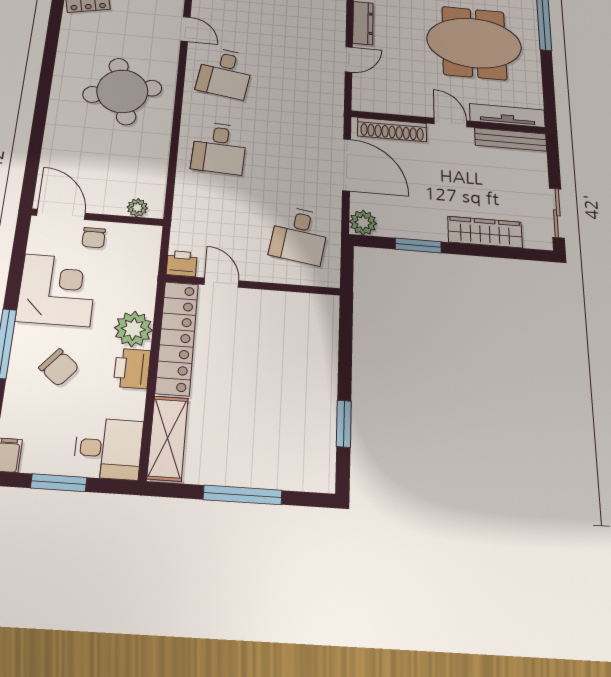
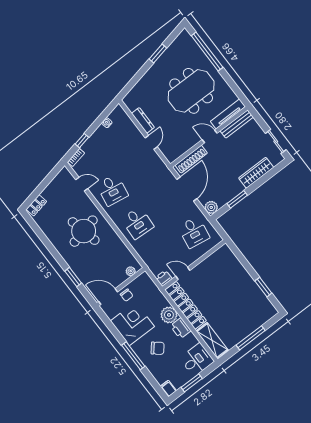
window: (36, 140) -> (73, 277), added
door: (347, 165) -> (187, 189), hinge flipped

